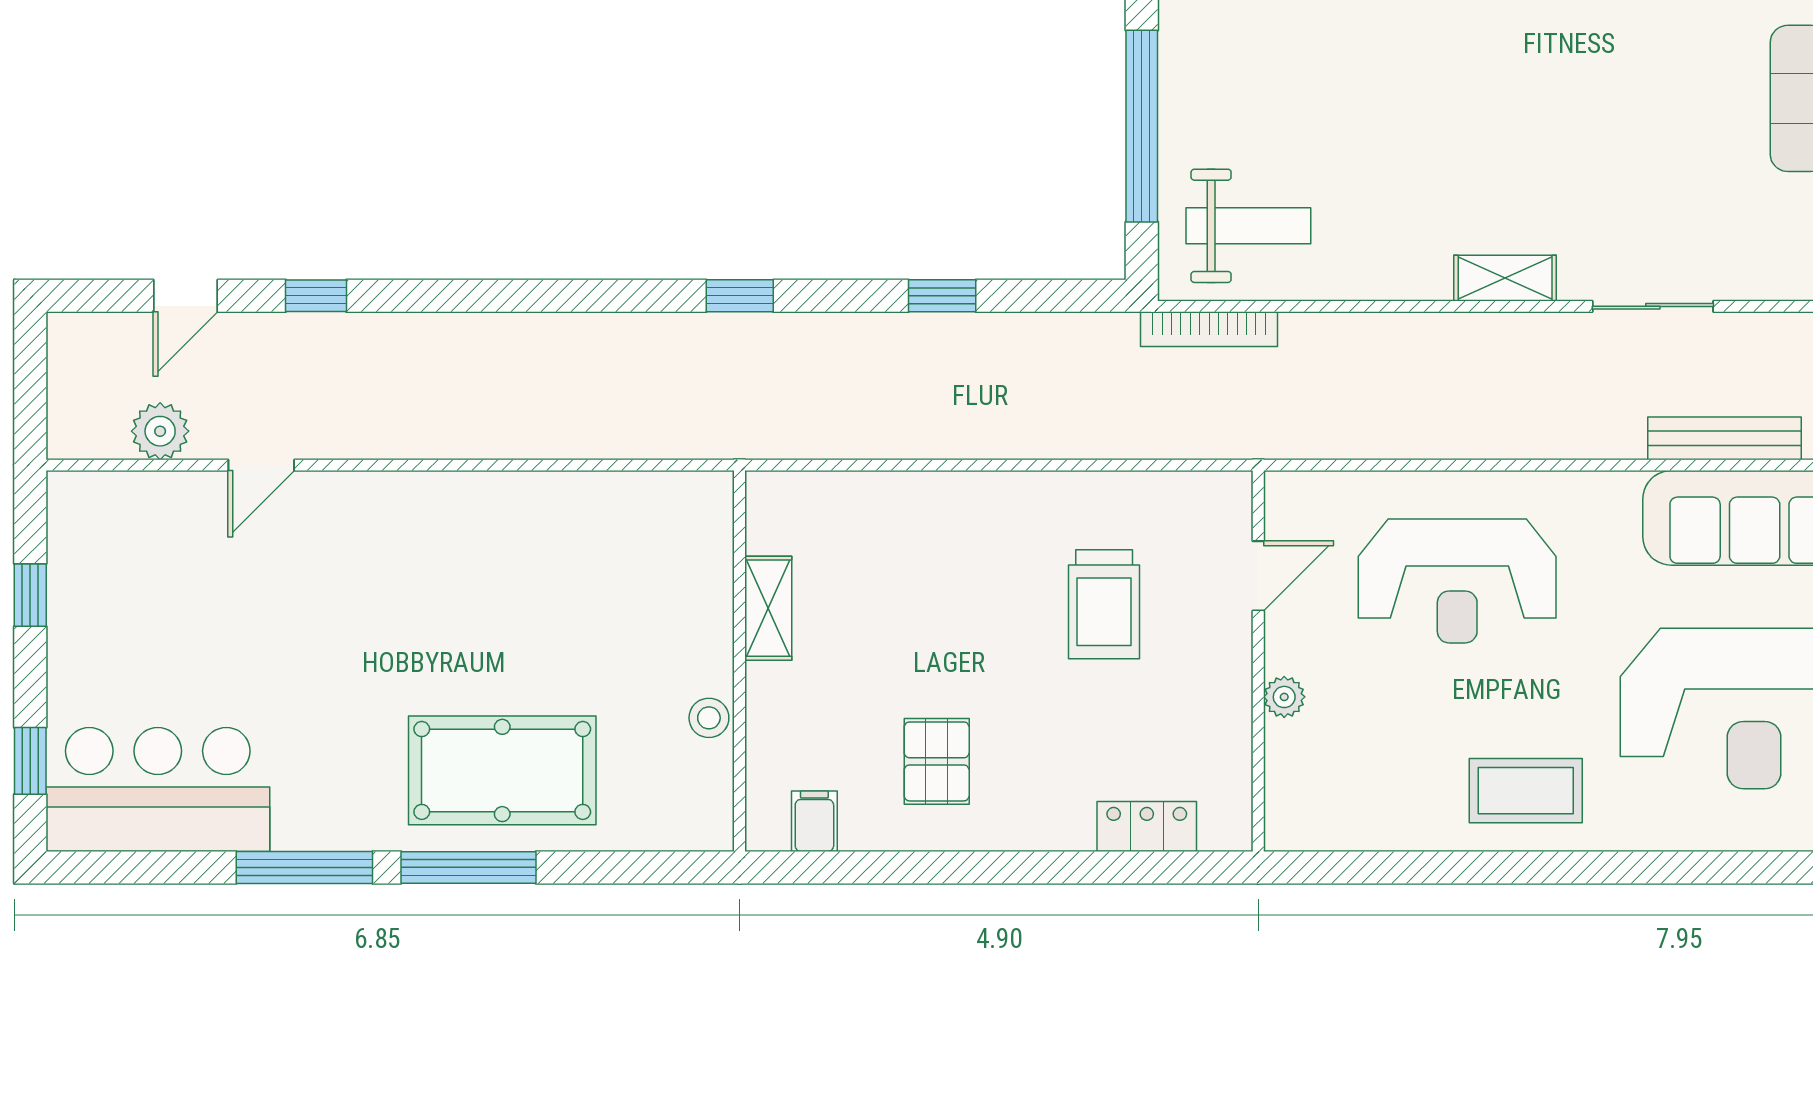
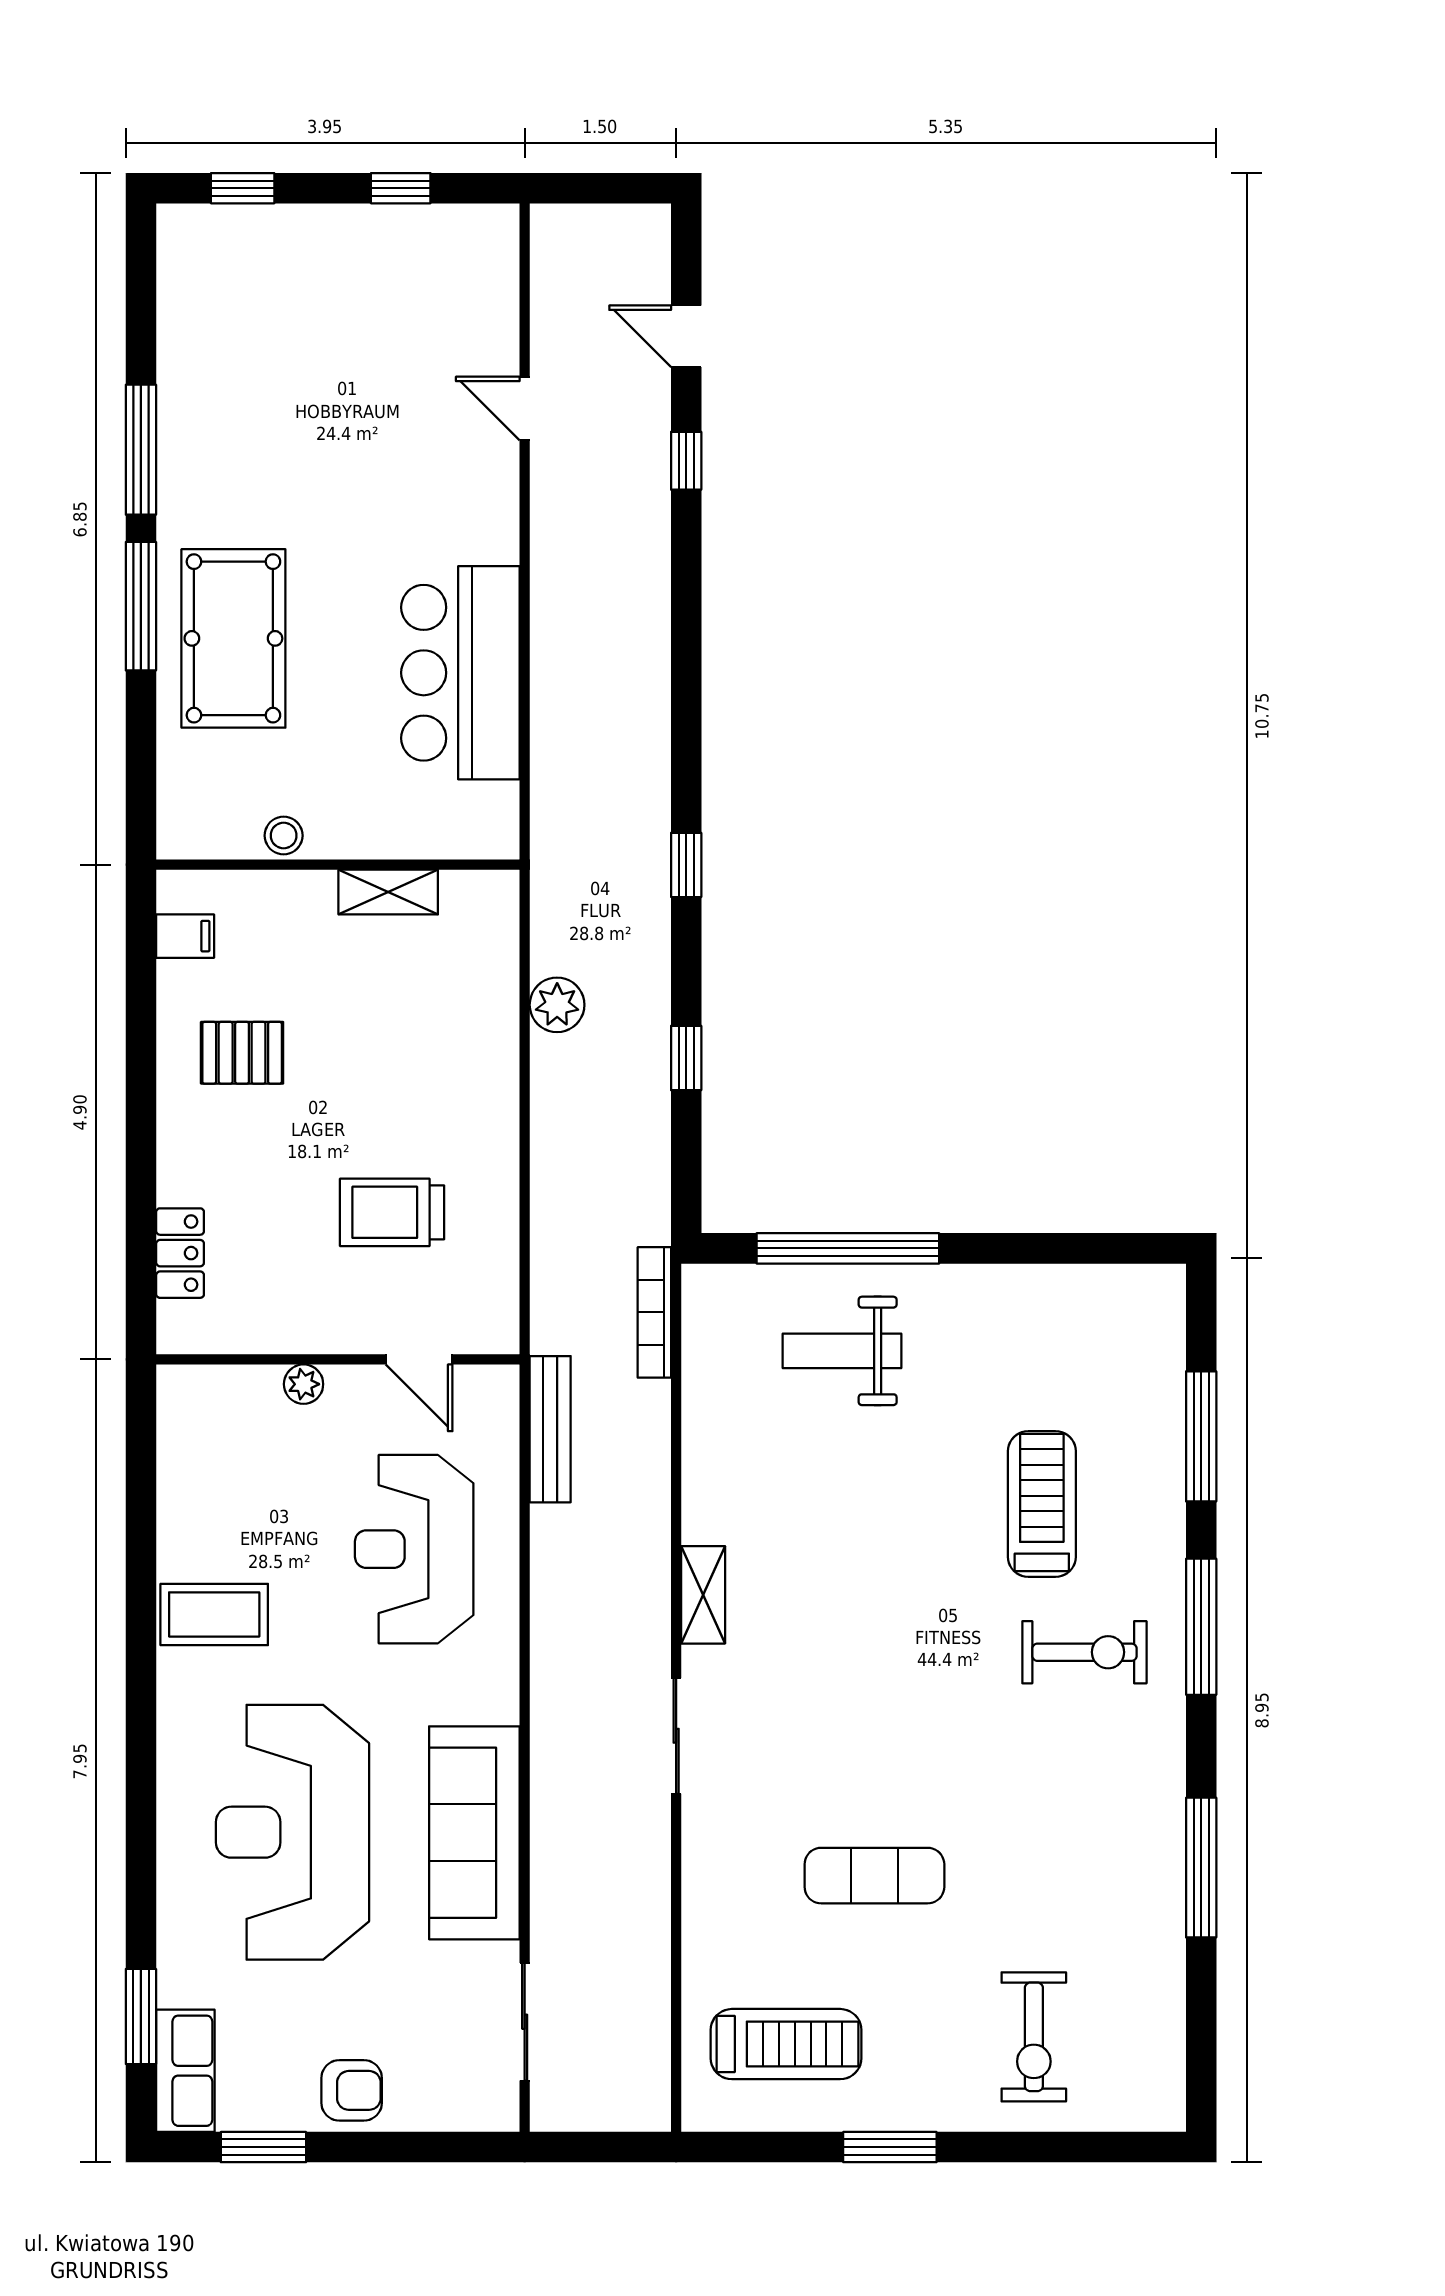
weight bench: (1248, 226) -> (842, 1351), moved, turned 90
plant: (160, 431) -> (557, 1005), moved
bench: (1724, 438) -> (550, 1429), moved
bar counter: (158, 789) -> (460, 673), moved, turned 180
coffee table: (1526, 791) -> (214, 1614), turned 90

